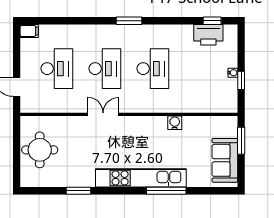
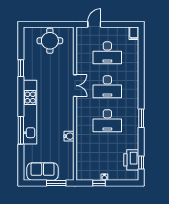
window: (129, 21) -> (141, 118), moved

